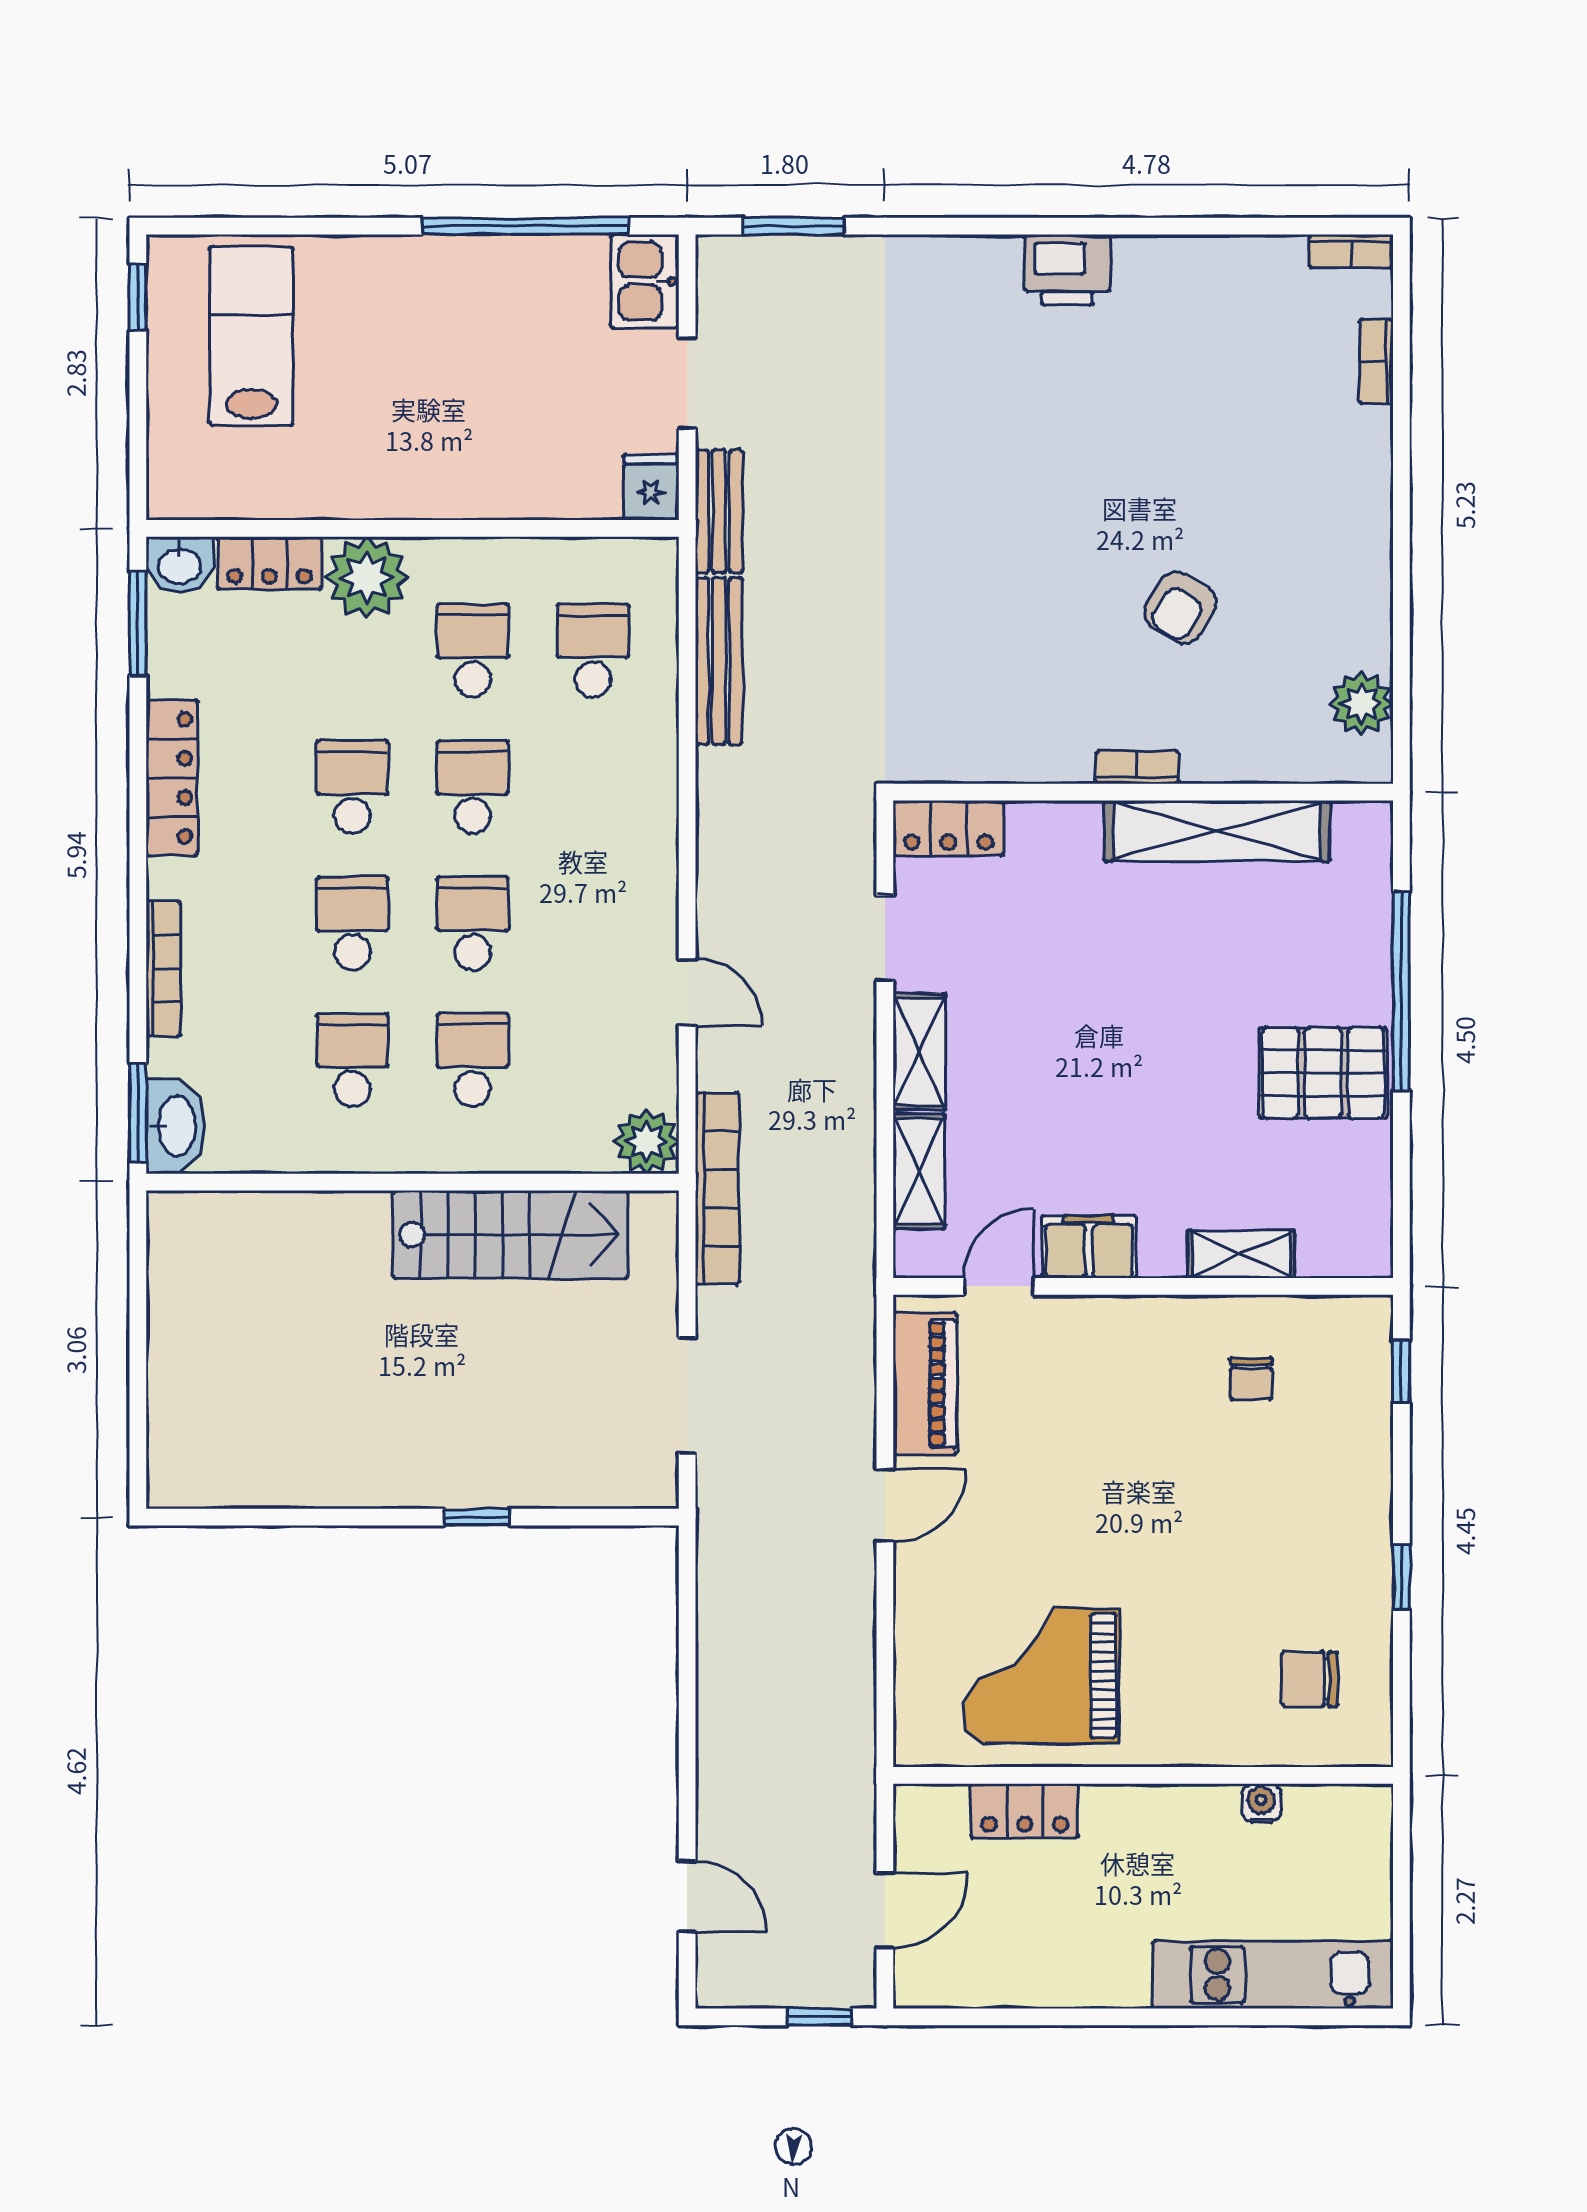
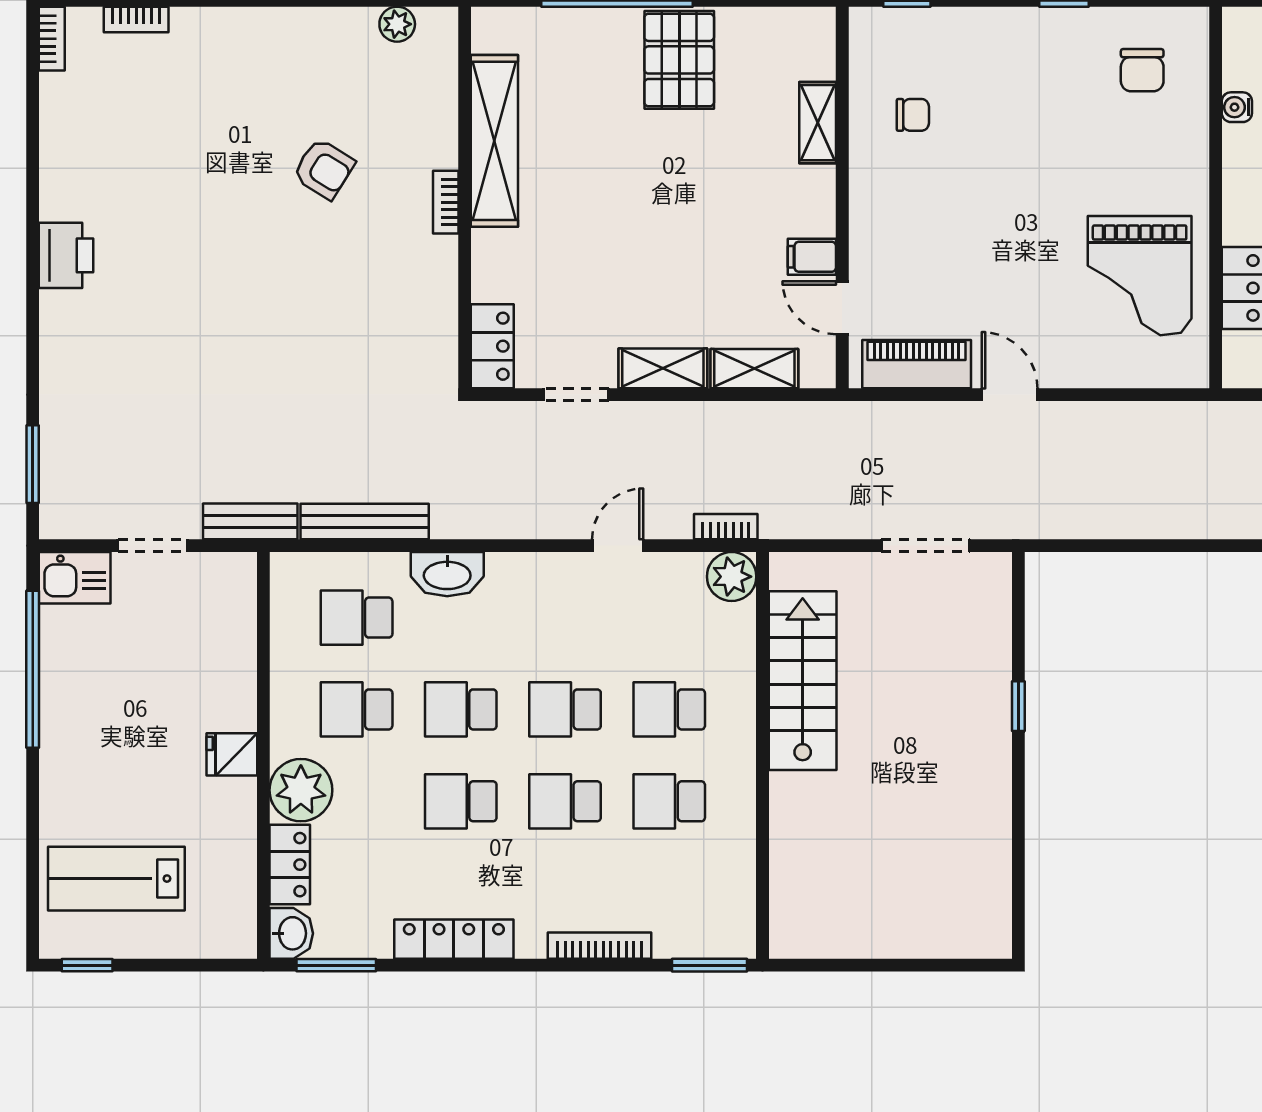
fridge: (651, 487) -> (232, 754), moved
plant: (1361, 704) -> (397, 24), width x0.73, depth x0.73
washbasin: (175, 1126) -> (447, 574), moved, turned 180
bookcase: (717, 1188) -> (726, 527), width x0.43, depth x0.76
filing cabinet: (1089, 1247) -> (812, 257), width x0.50

